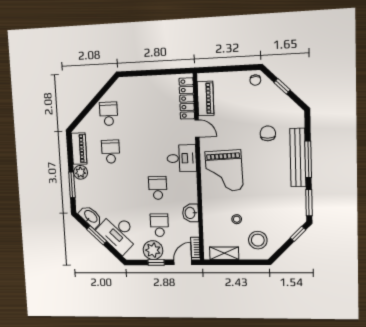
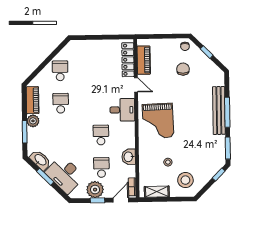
chair: (268, 133) -> (183, 69), moved

